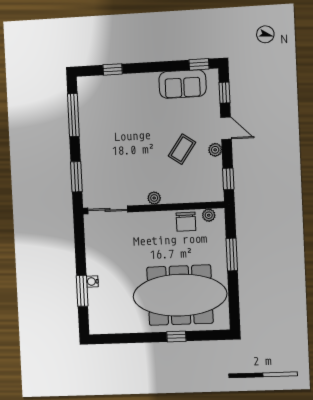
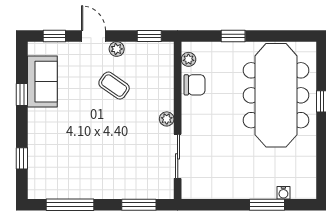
window: (199, 64) -> (22, 94), moved
door: (226, 128) -> (93, 36), hinge flipped
sliding door: (108, 210) -> (178, 156), moved
window: (232, 255) -> (233, 36), width x0.67
water cooler: (92, 281) -> (283, 193), moved

